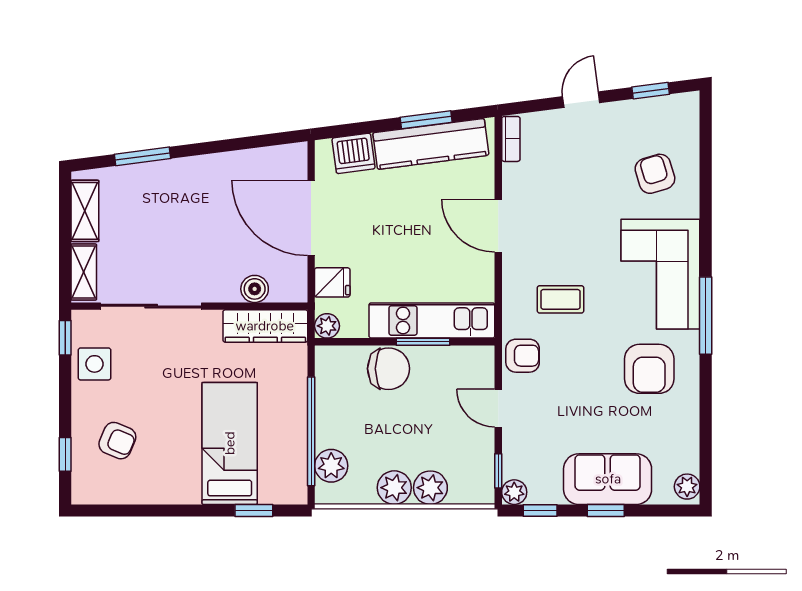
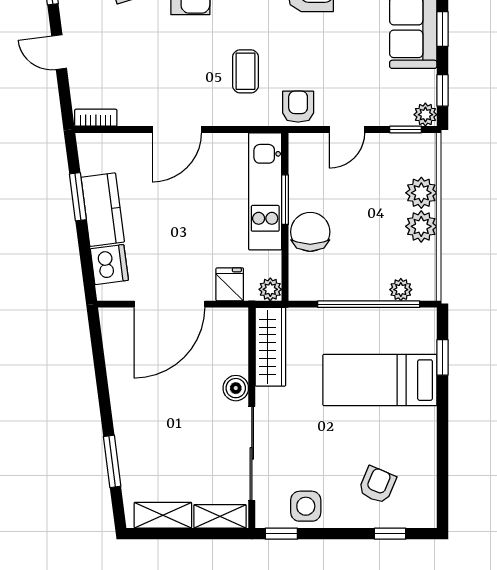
kitchen counter: (431, 144) -> (103, 210), width x0.67
boiler: (255, 289) -> (236, 388), moved
plant: (331, 466) -> (401, 290), width x0.73, depth x0.73

